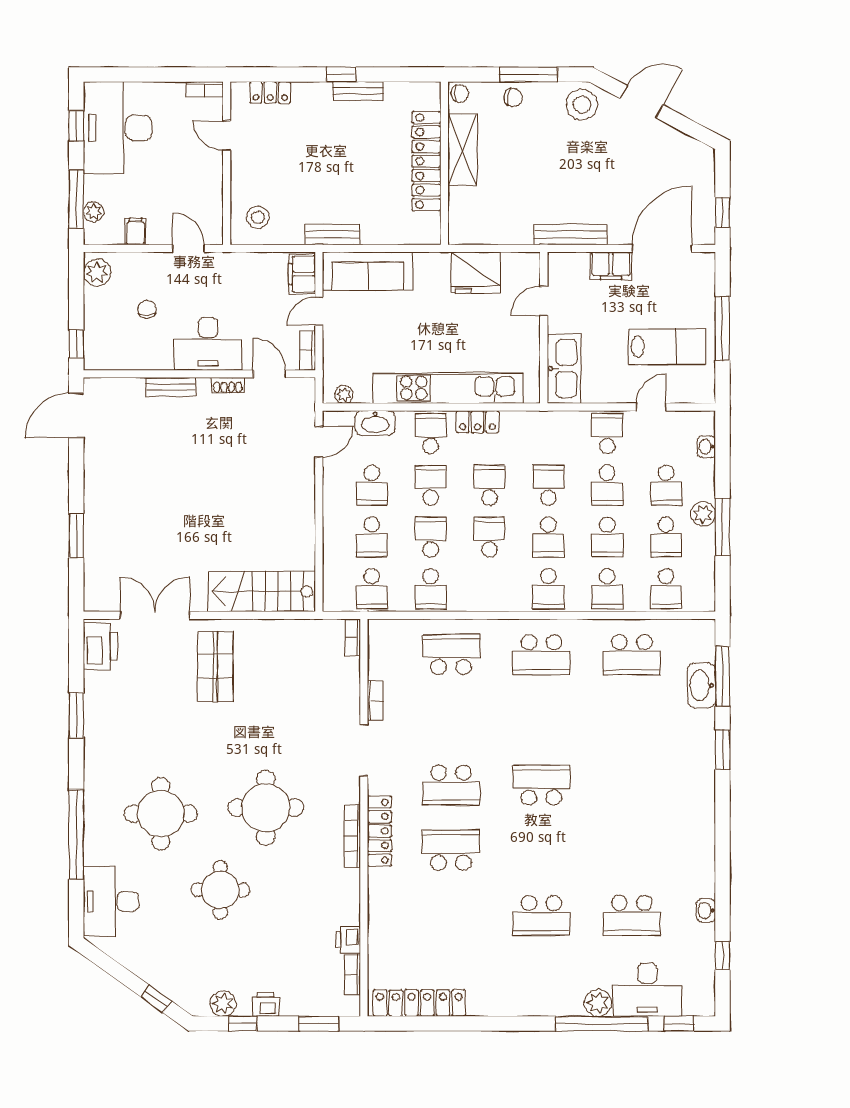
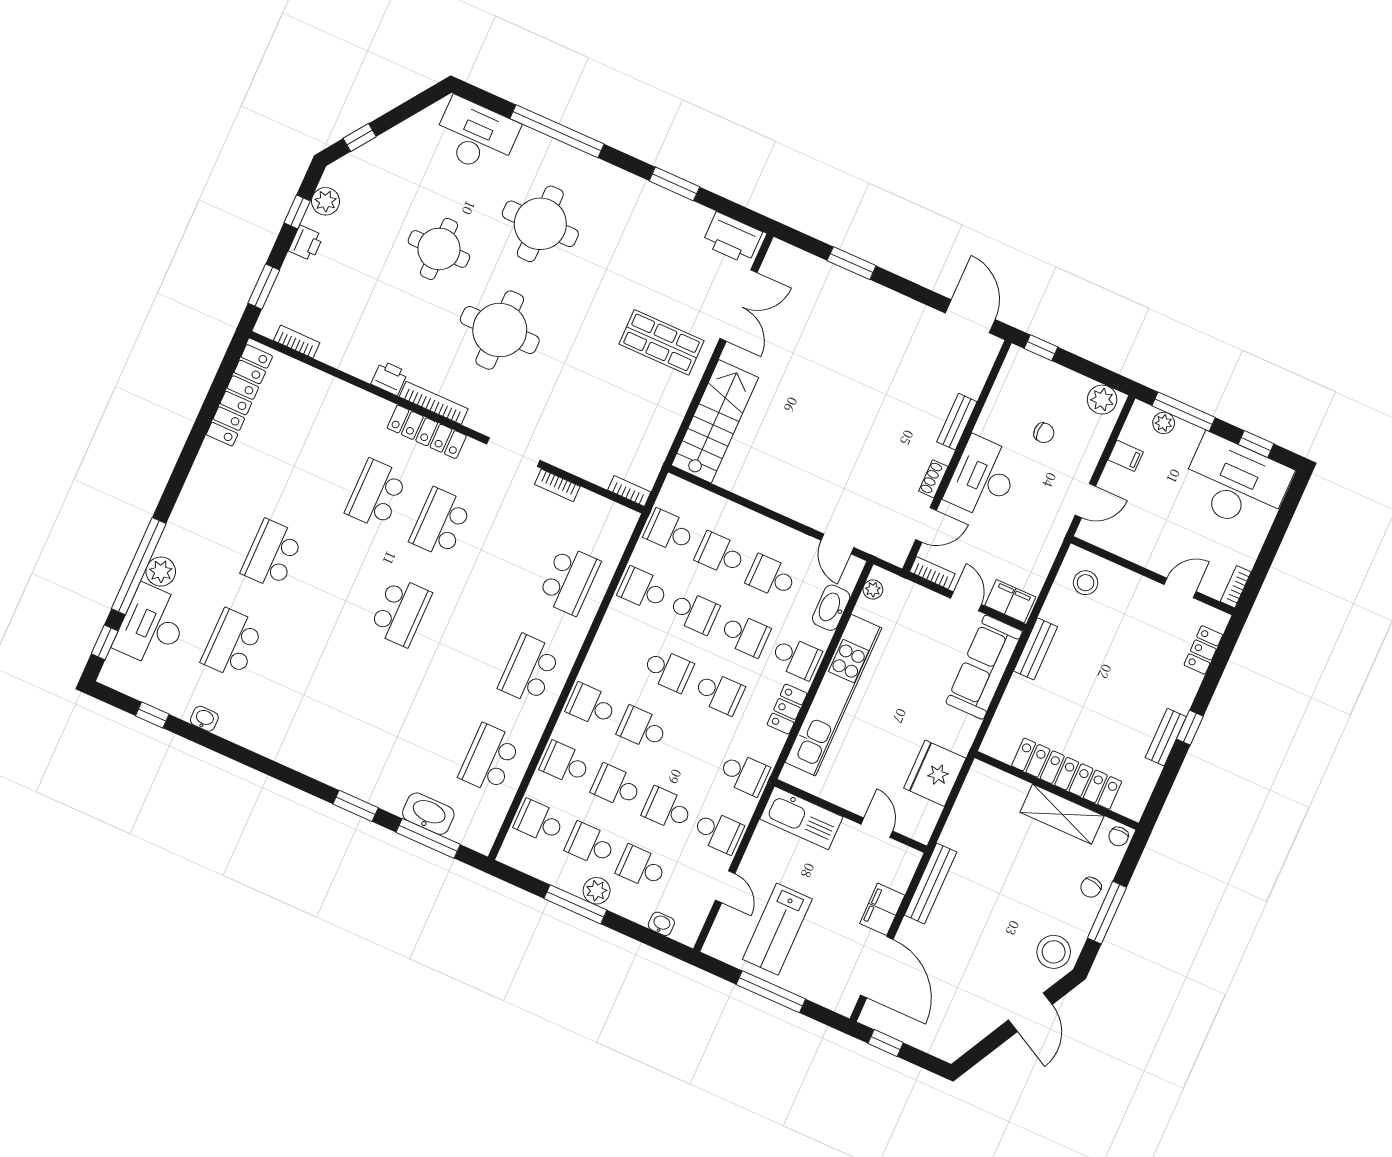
school desk: (548, 485) -> (744, 774), moved
school desk: (451, 850) -> (376, 494), turned 180
printer: (348, 940) -> (389, 378), moved

